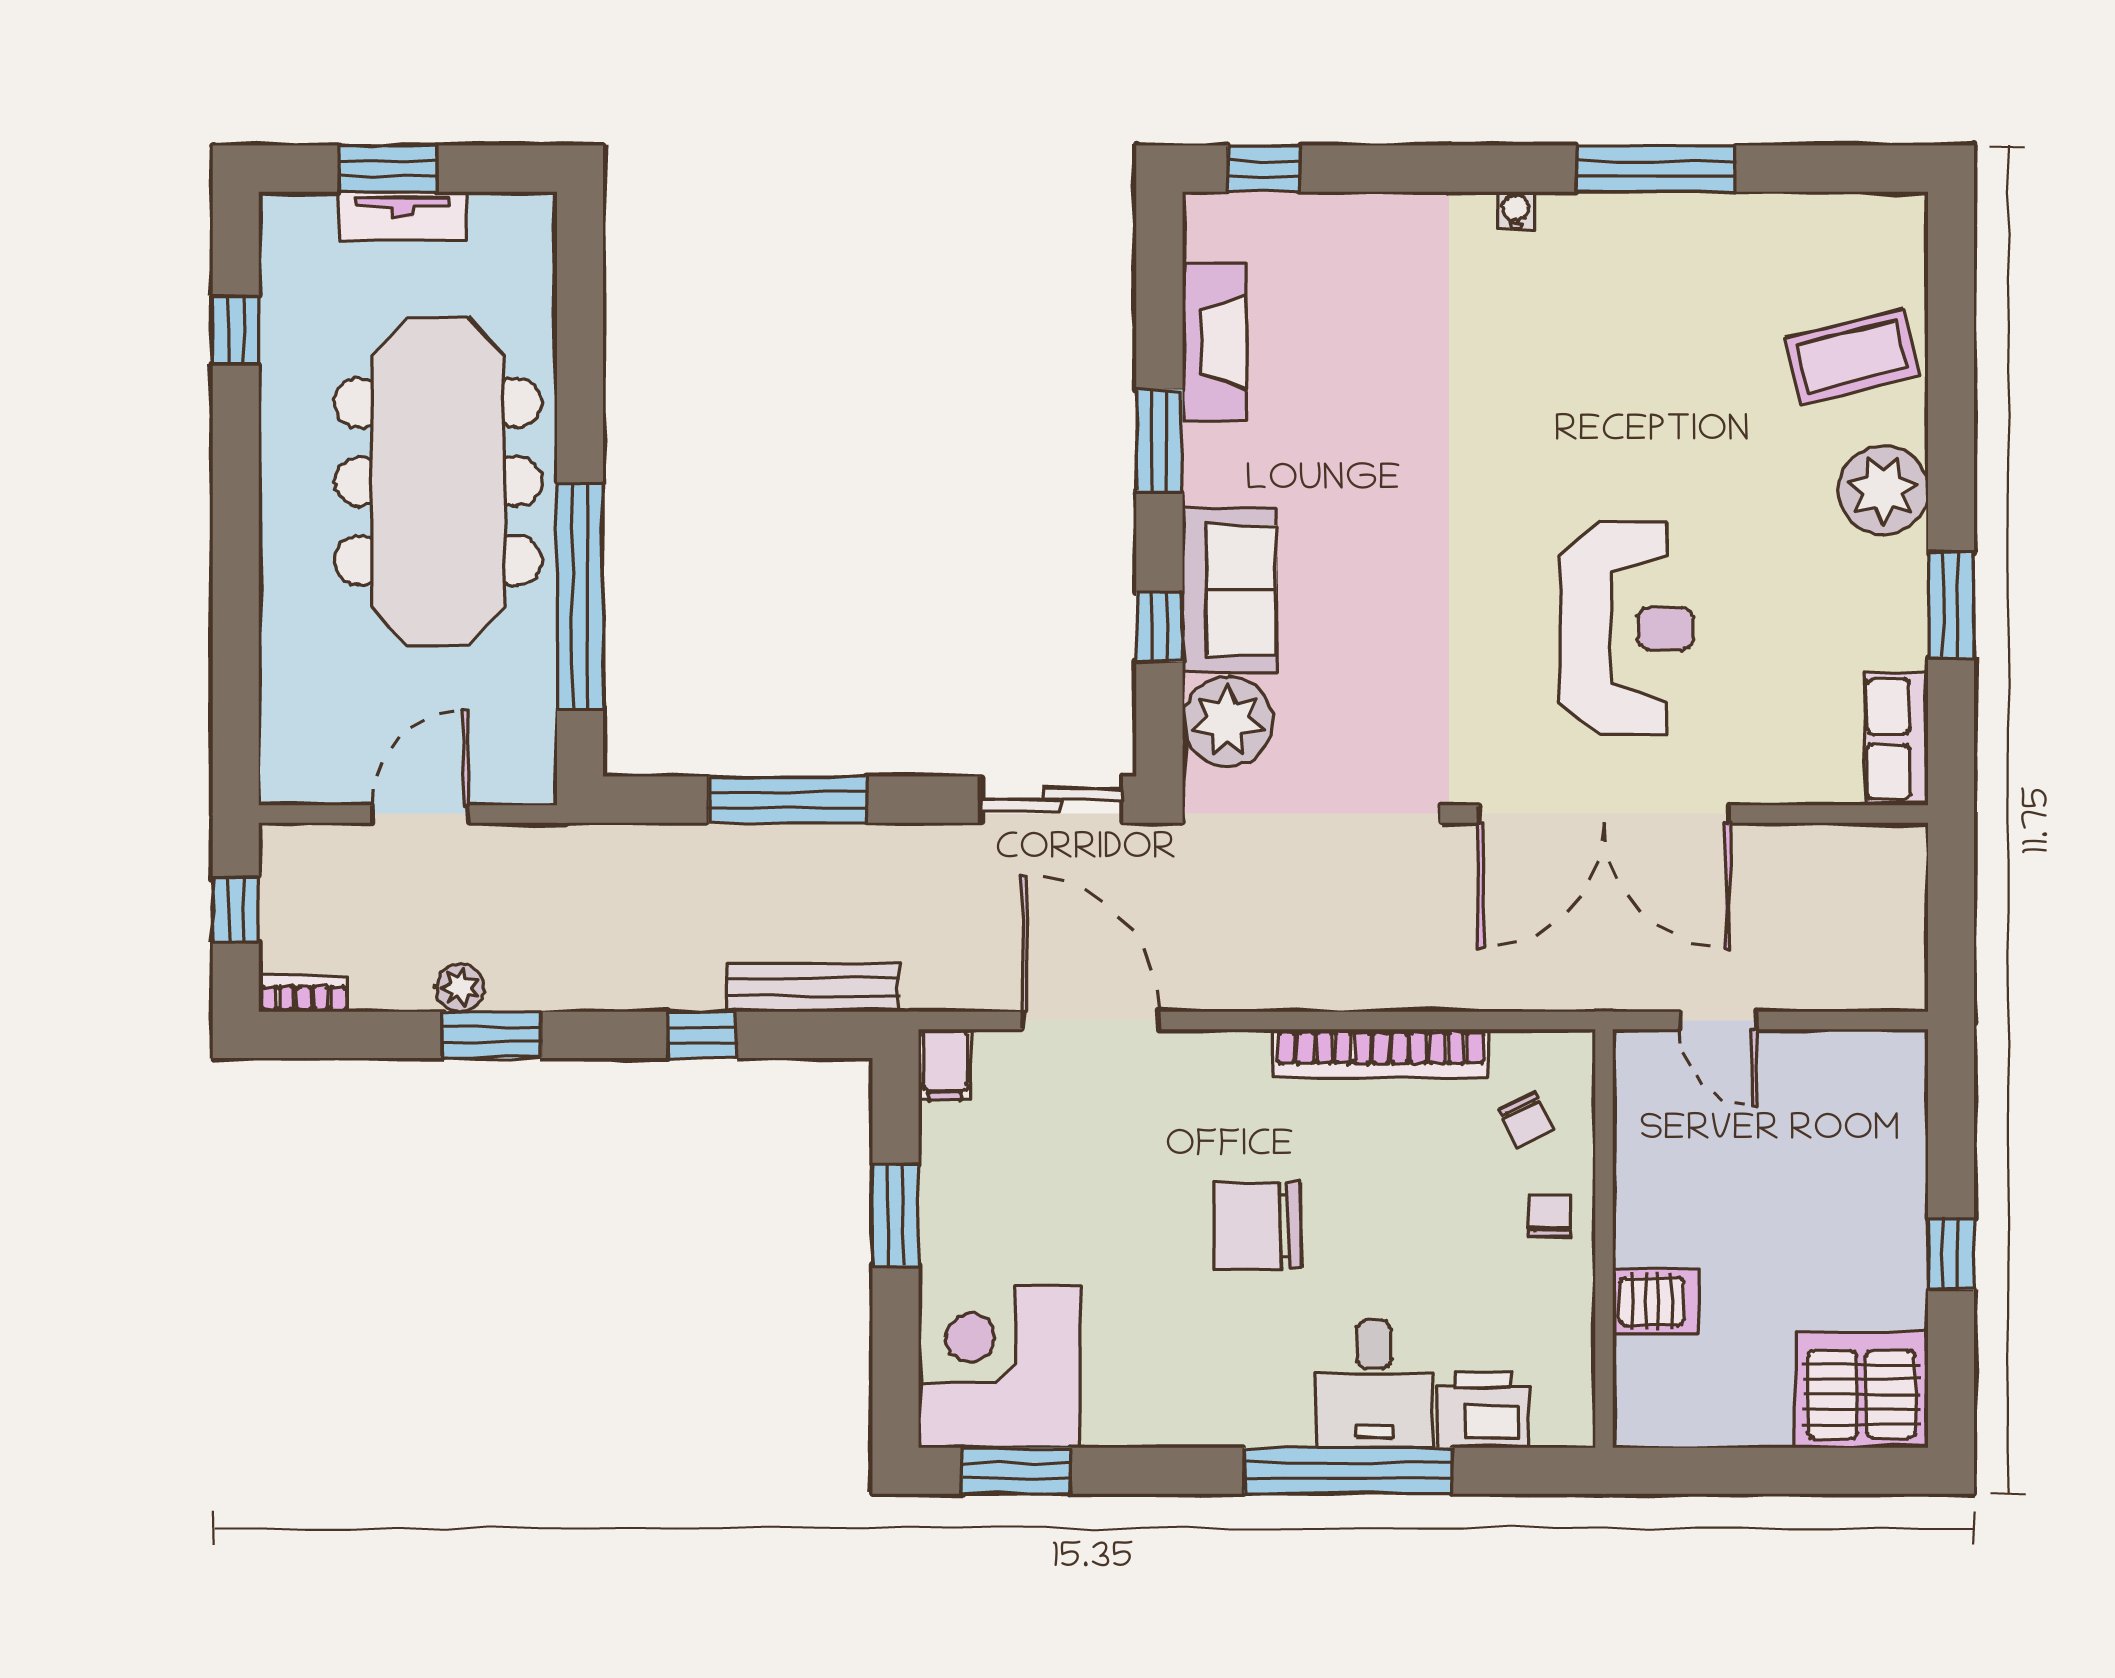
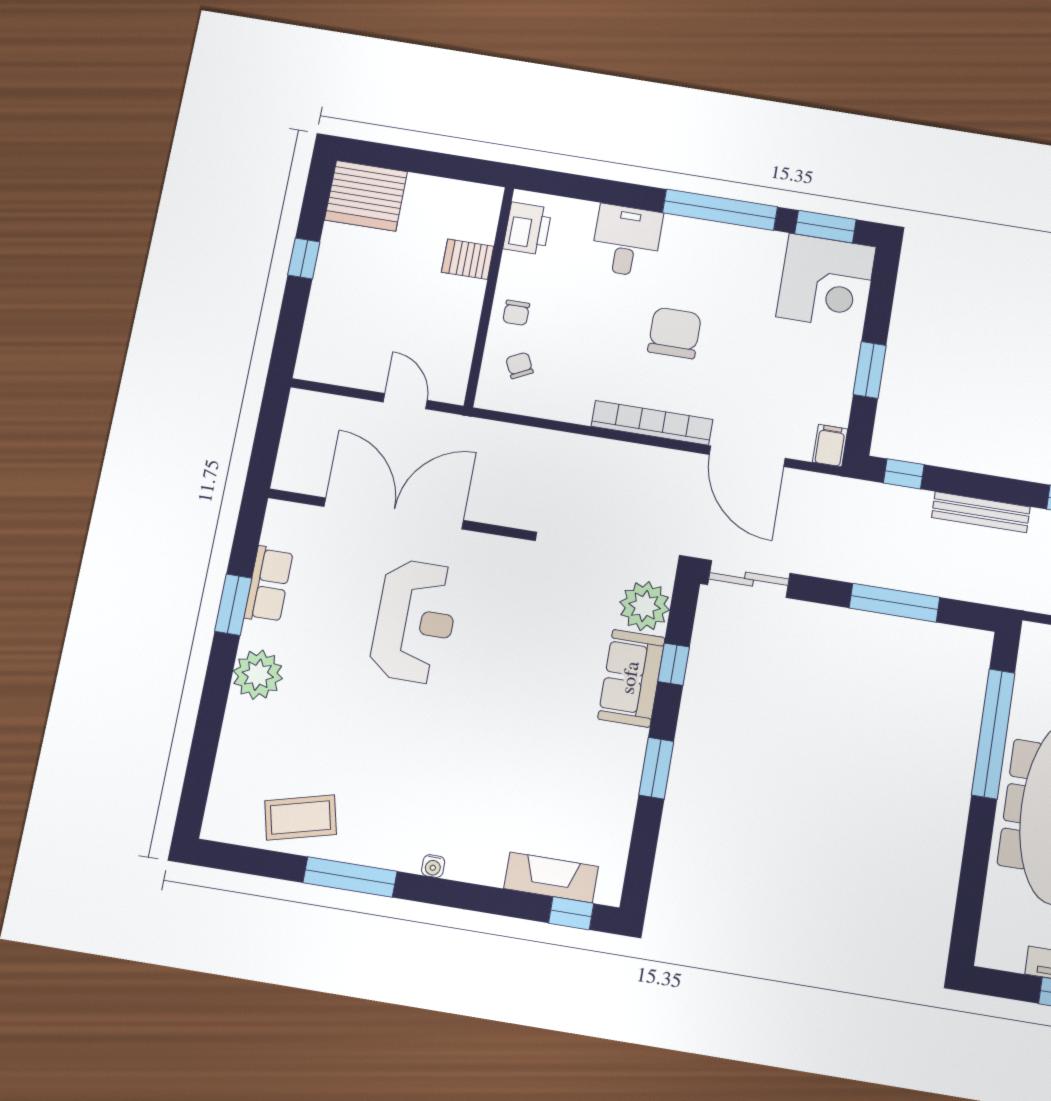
fireplace: (1214, 342) -> (551, 877), moved, turned 90
coffee table: (1852, 356) -> (301, 818), moved
reception desk: (1627, 628) -> (415, 621), turned 180
row of seats: (1896, 739) -> (269, 584), moved
double door: (1604, 814) -> (394, 513), moved
bench: (813, 988) -> (981, 512), moved
window: (701, 1035) -> (904, 474), moved
bookcase: (1381, 1054) -> (652, 423), moved
chair: (1258, 1226) -> (675, 333), turned -89
printer: (1483, 1410) -> (527, 228), moved, turned -90
window: (1348, 1471) -> (720, 210), moved

